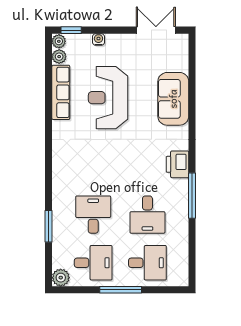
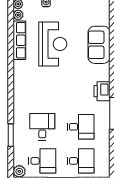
reception desk: (108, 98) -> (53, 44), turned 180
desk: (147, 215) -> (81, 127), turned -90

